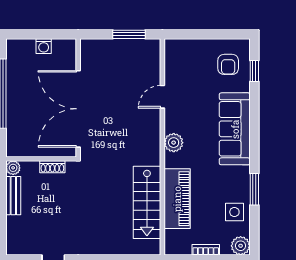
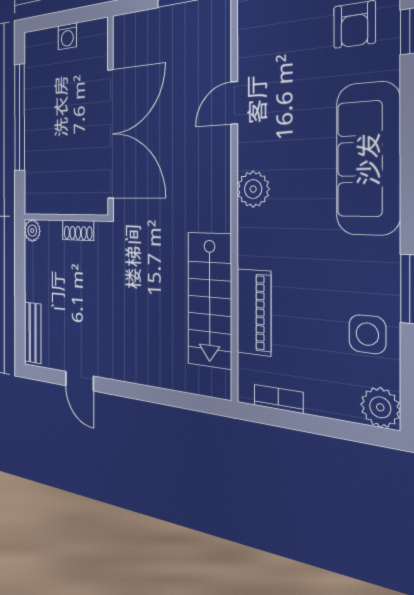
double door: (78, 109) -> (110, 134), swing flipped
bench: (13, 196) -> (33, 333), moved
piano: (177, 199) -> (254, 312), width x0.73, depth x0.75
bookcase: (206, 250) -> (278, 399), moved

